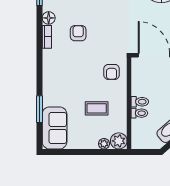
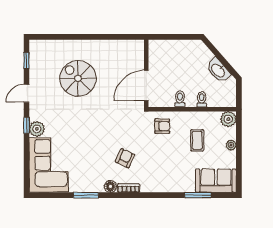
armchair: (78, 33) -> (125, 158), turned 115
toilet: (140, 102) -> (180, 99), moved
plant: (104, 144) -> (231, 145), moved

